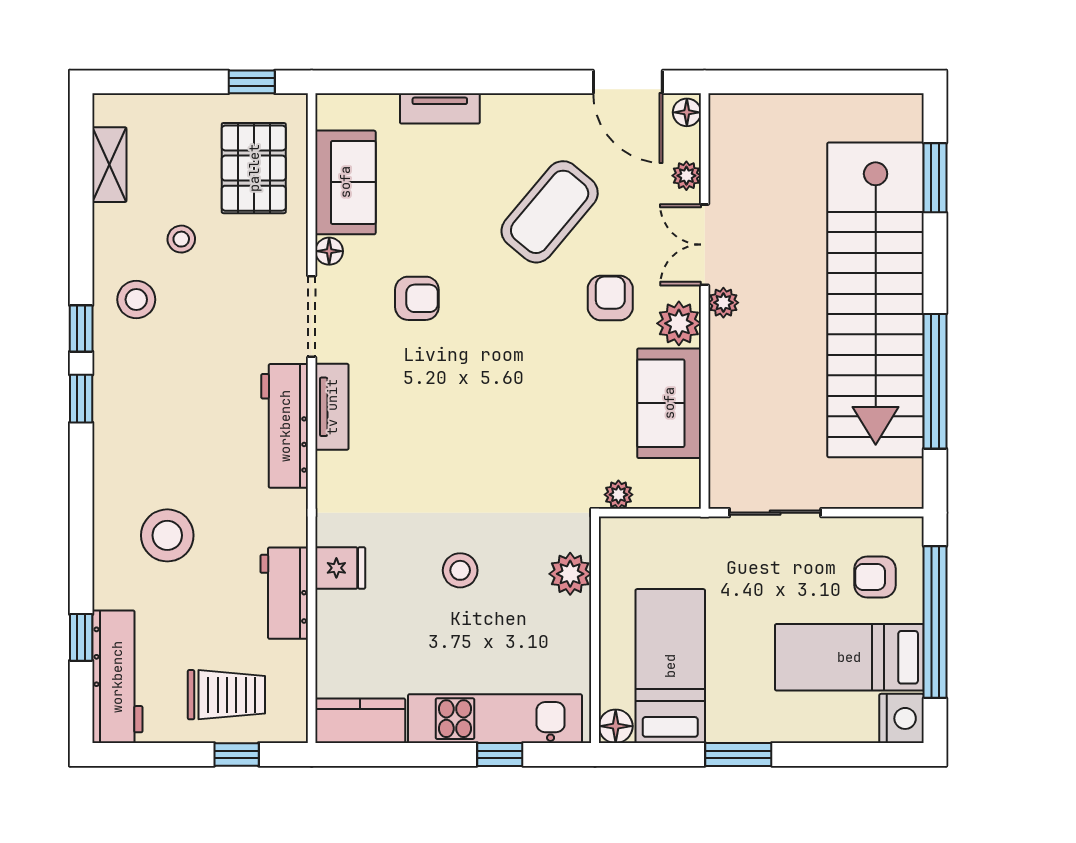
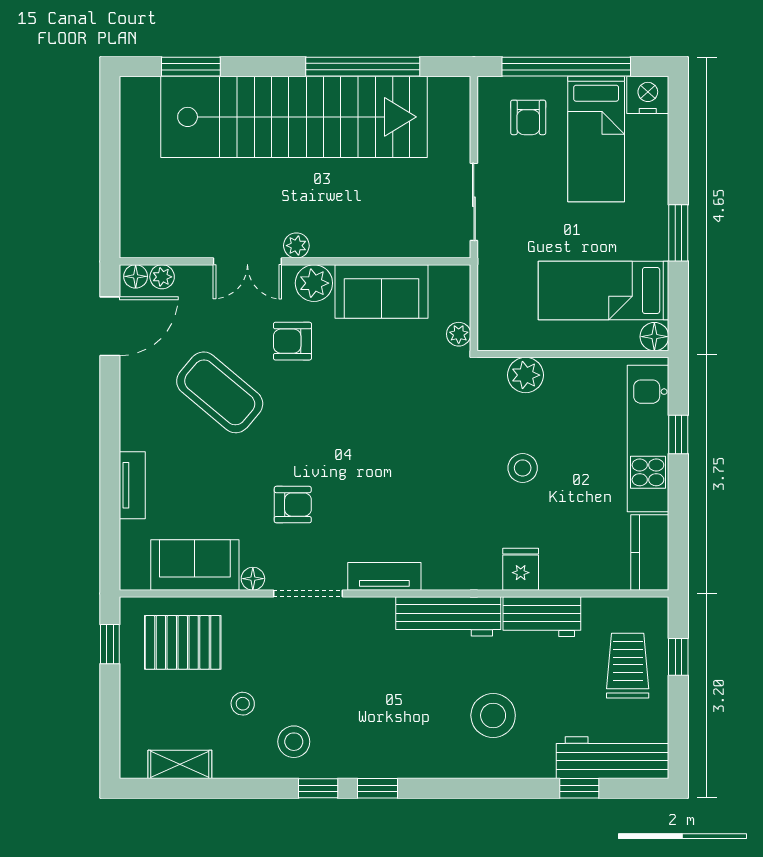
plant: (686, 176) -> (162, 277), moved
armchair: (417, 298) -> (293, 505), turned 90
workbench: (285, 426) -> (448, 616), moved

